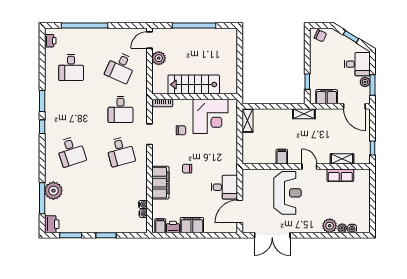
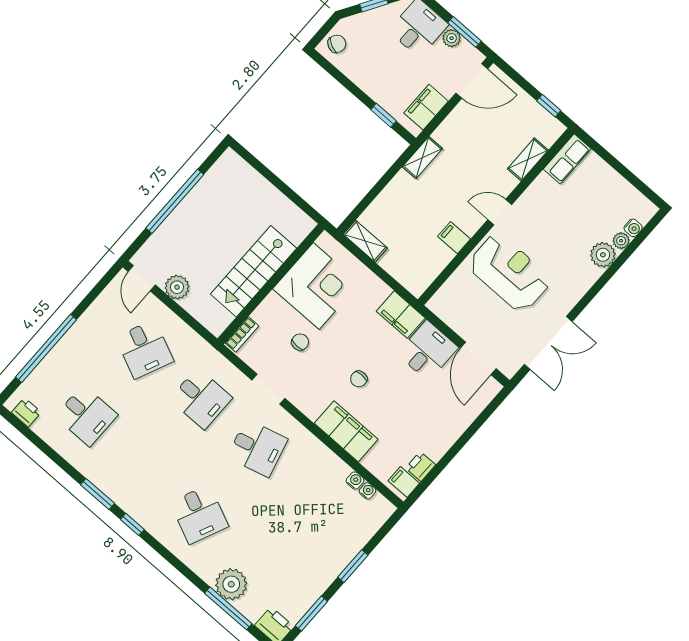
desk: (71, 151) -> (199, 514), turned 42
row of seats: (340, 175) -> (567, 159), moved
filing cabinet: (192, 225) -> (401, 315), moved, turned -90

